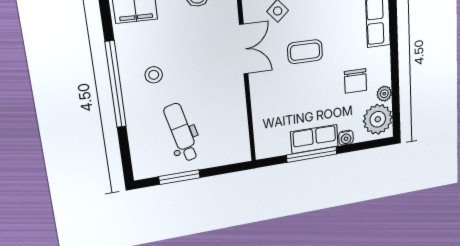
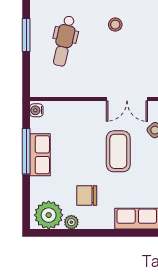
coffee table: (305, 52) -> (118, 151), width x1.36, depth x1.30
dental chair: (182, 133) -> (64, 41), turned 117
water cooler: (346, 138) -> (36, 110), moved

